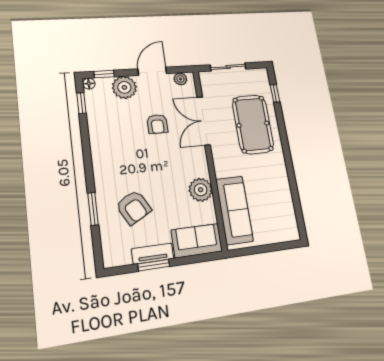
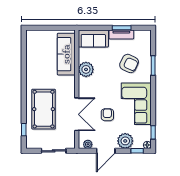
corner sofa: (114, 145) -> (136, 104), added
armchair: (134, 207) -> (129, 63), turned 144

